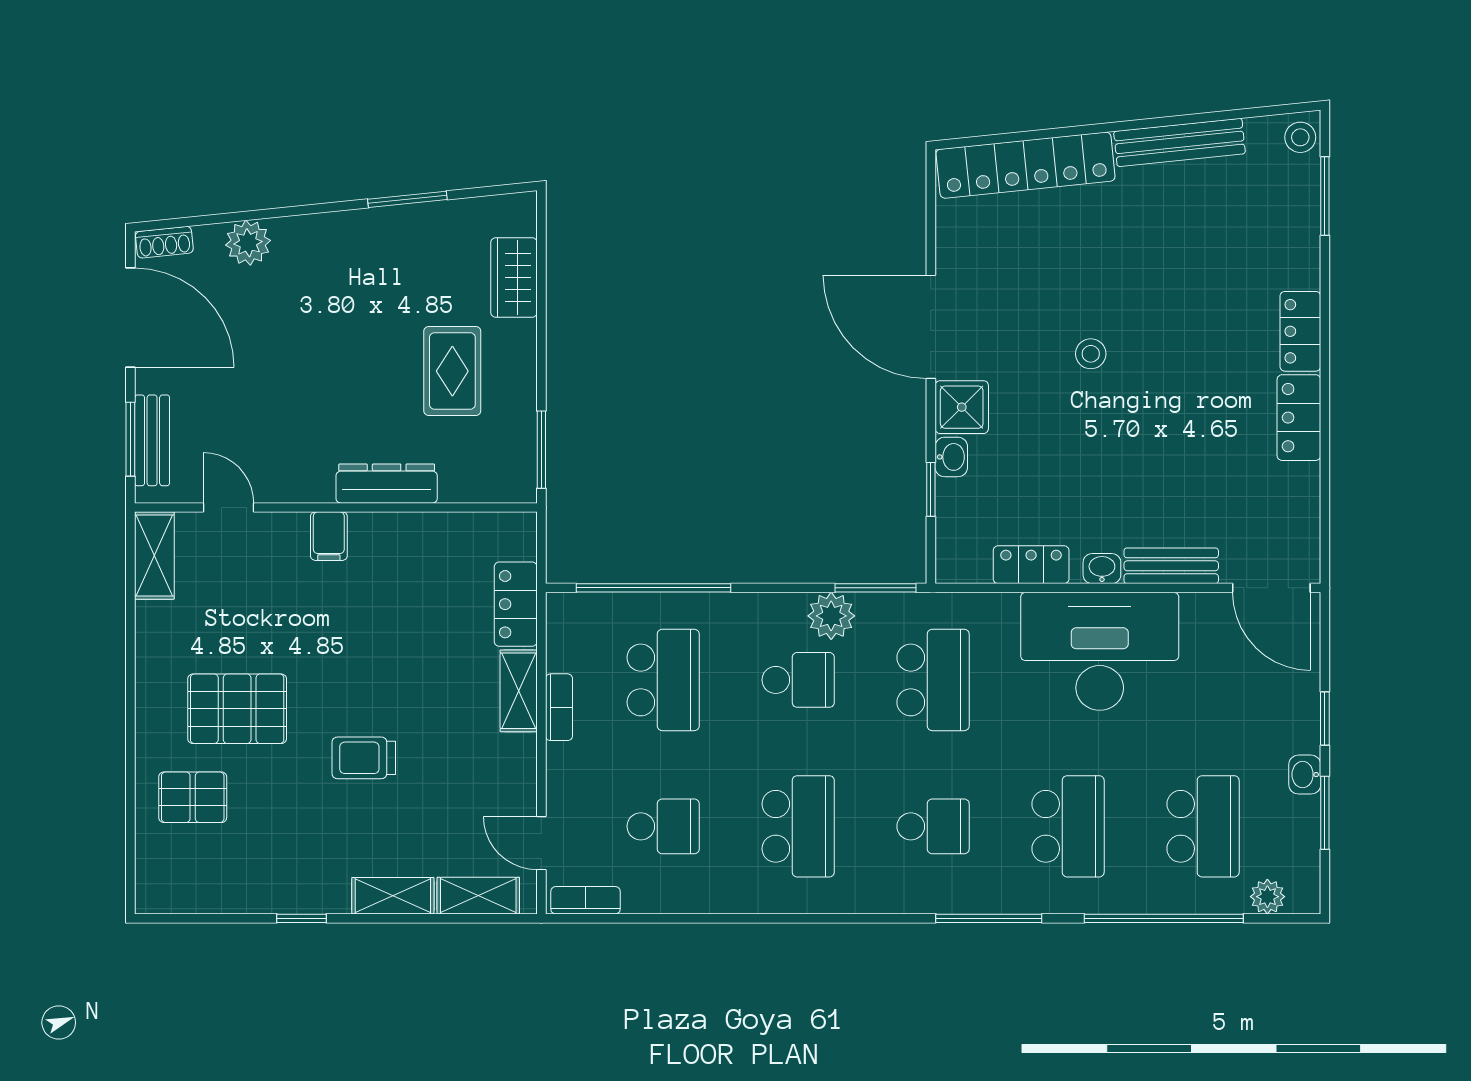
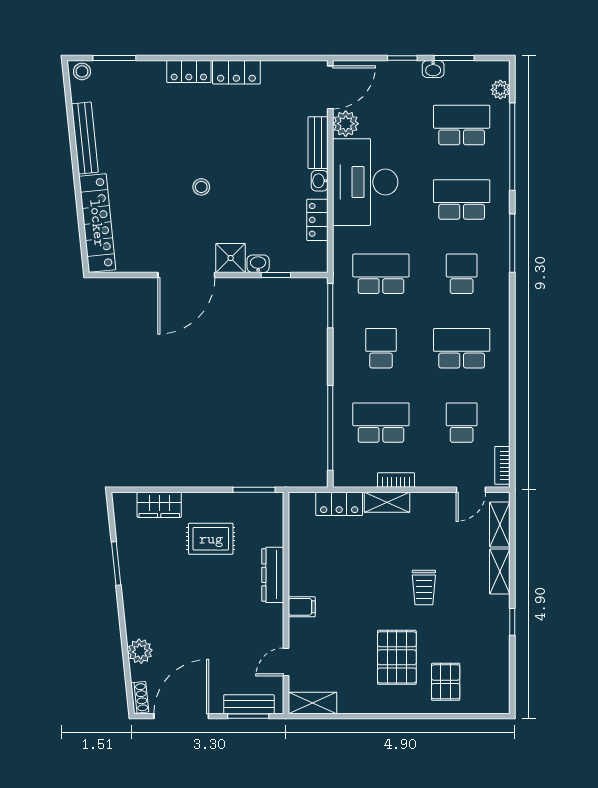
plant: (831, 616) -> (346, 124), moved

